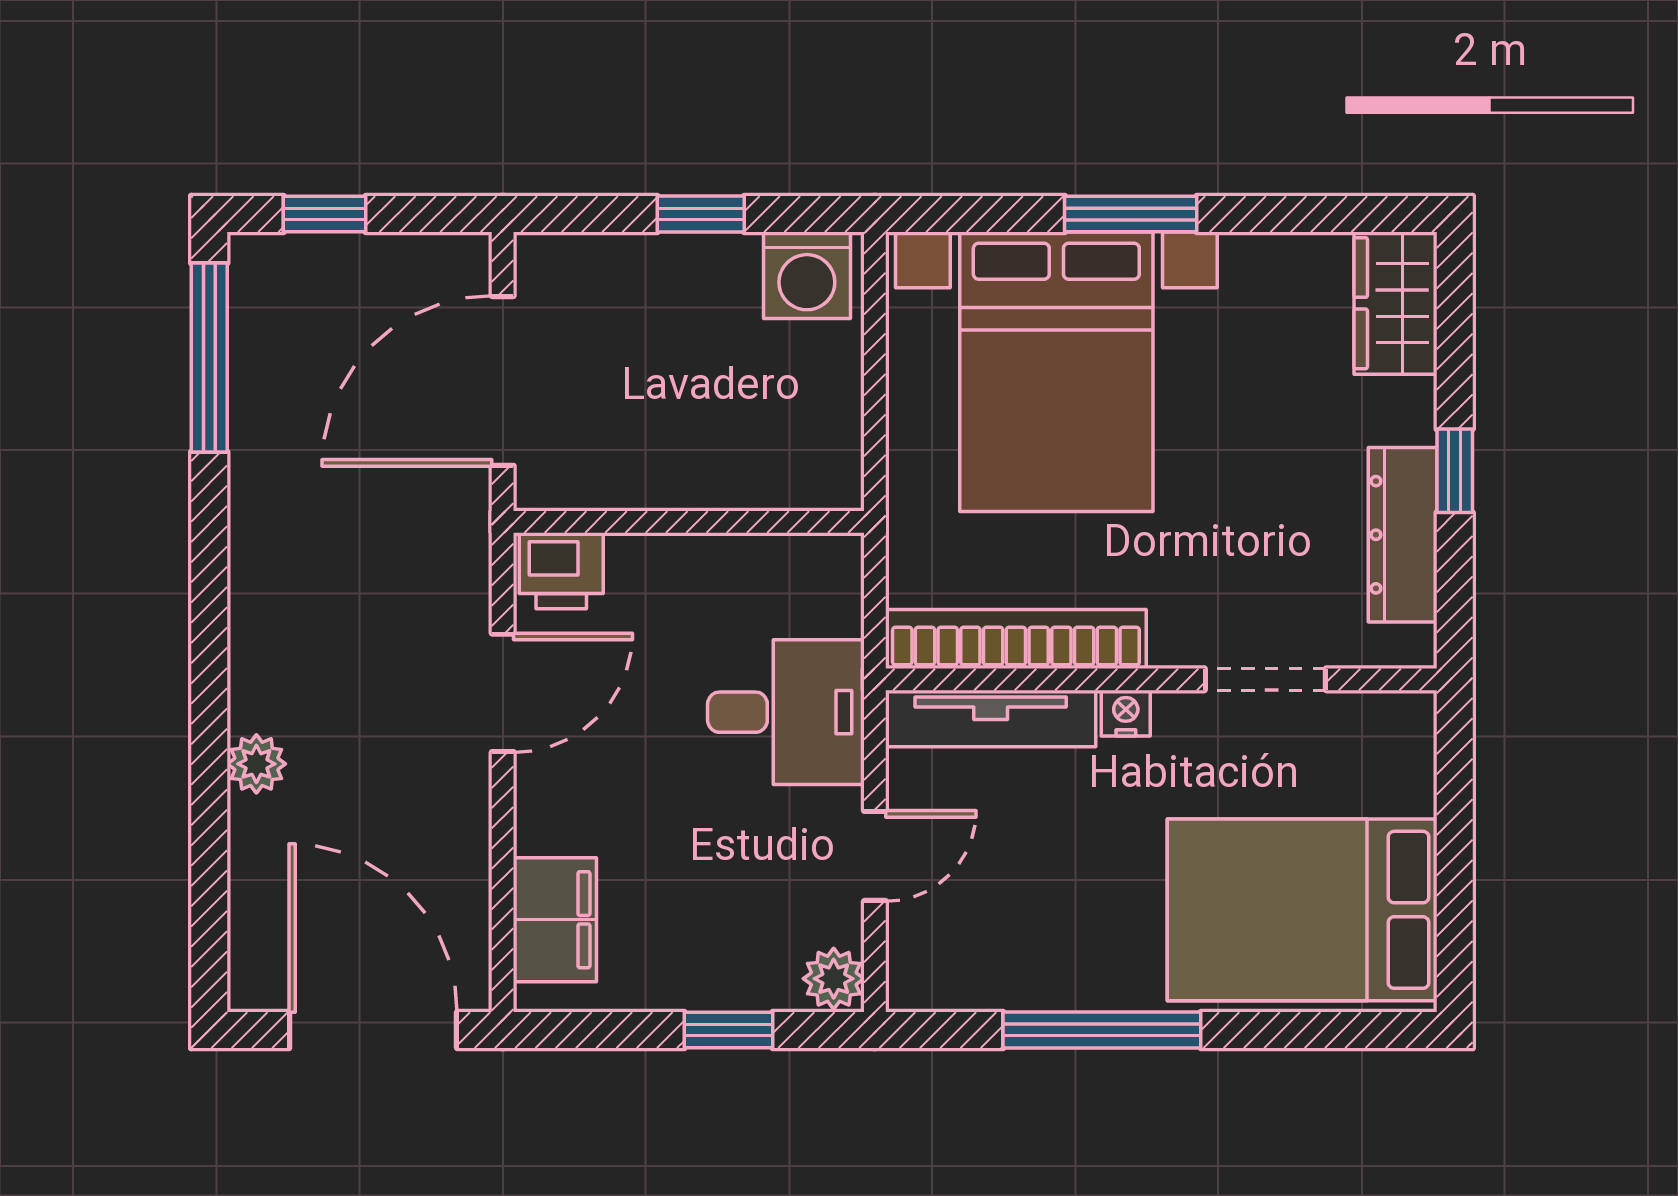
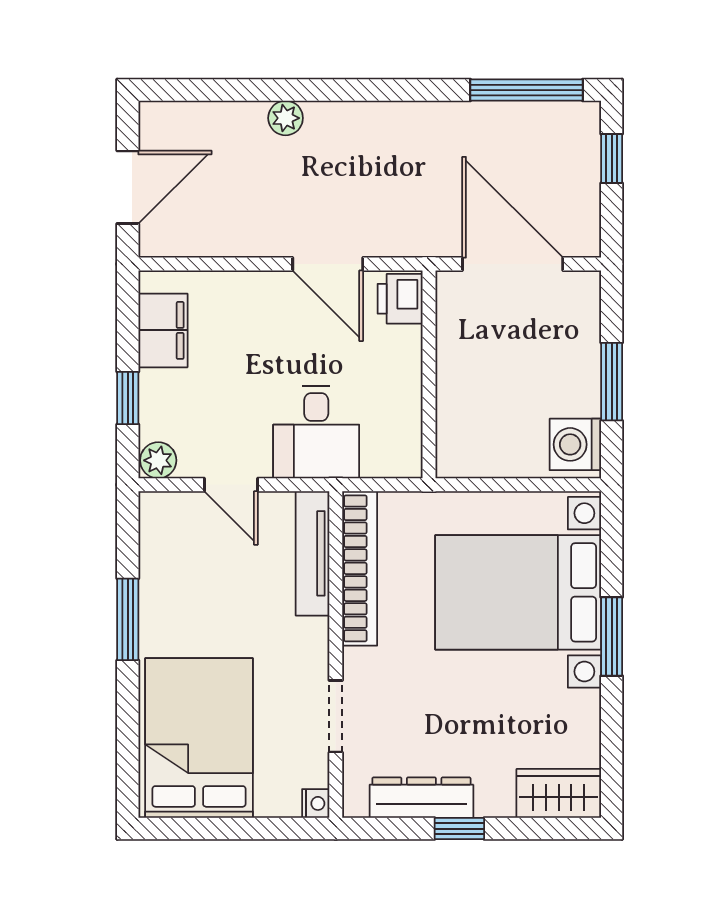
window: (701, 214) -> (612, 382), width x1.50
nightstand: (1126, 713) -> (316, 803), moved
filing cabinet: (555, 920) -> (163, 330), moved, turned -90
door: (373, 1030) -> (128, 187), width x0.73
window: (1102, 1030) -> (128, 619), width x0.69

